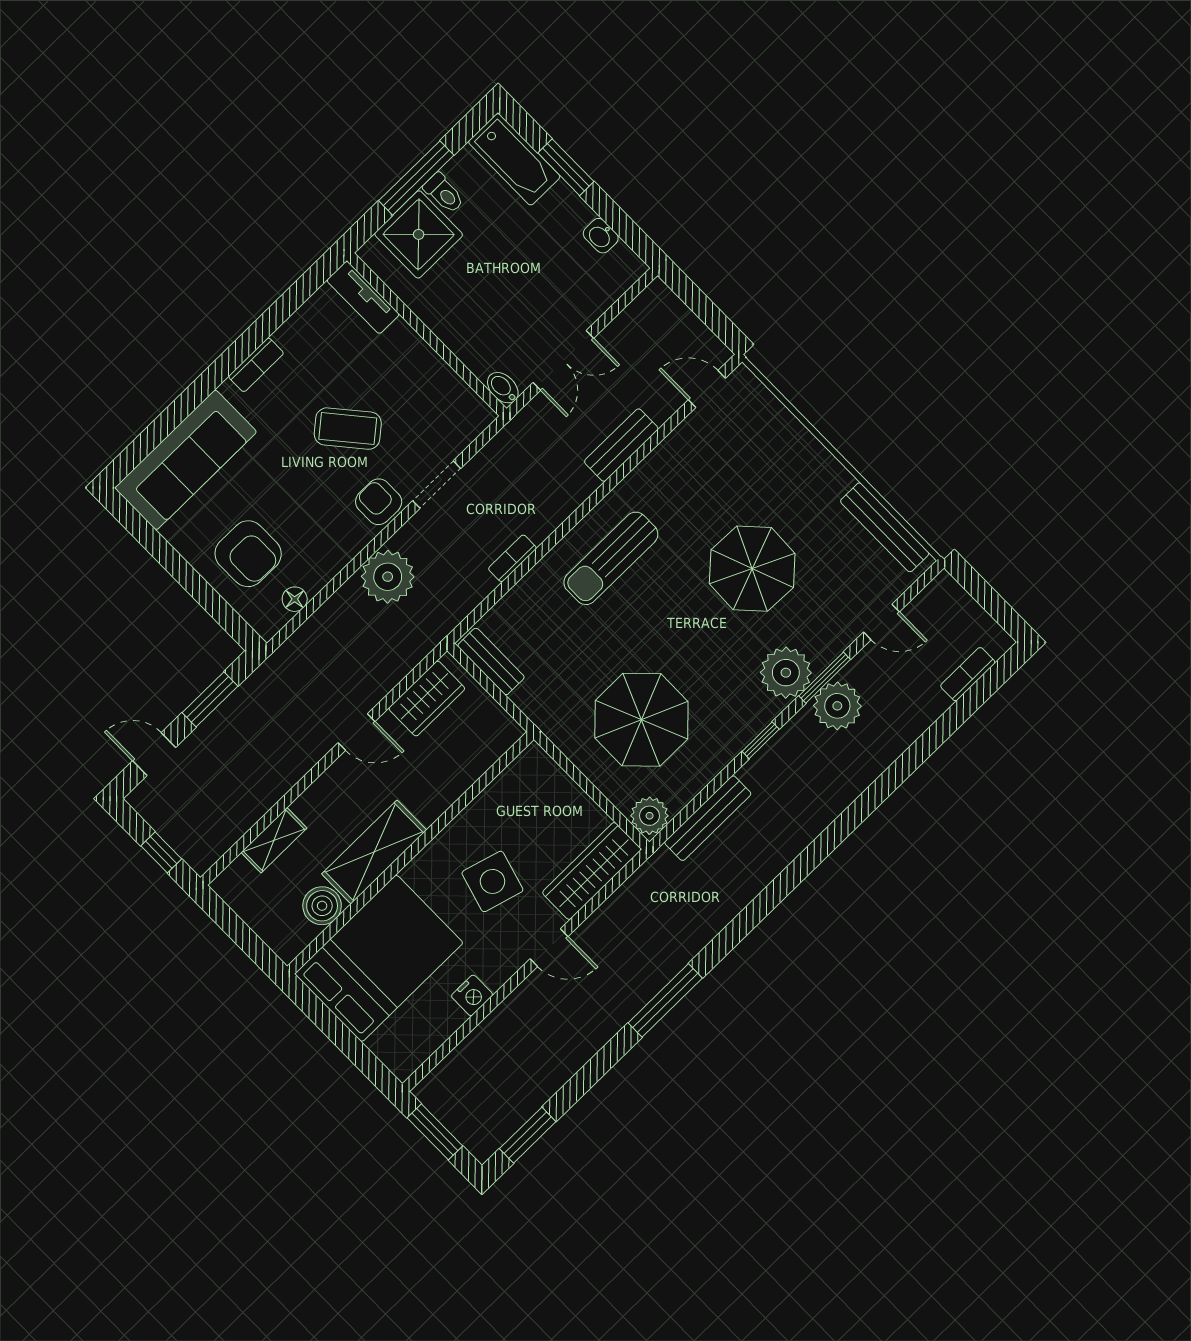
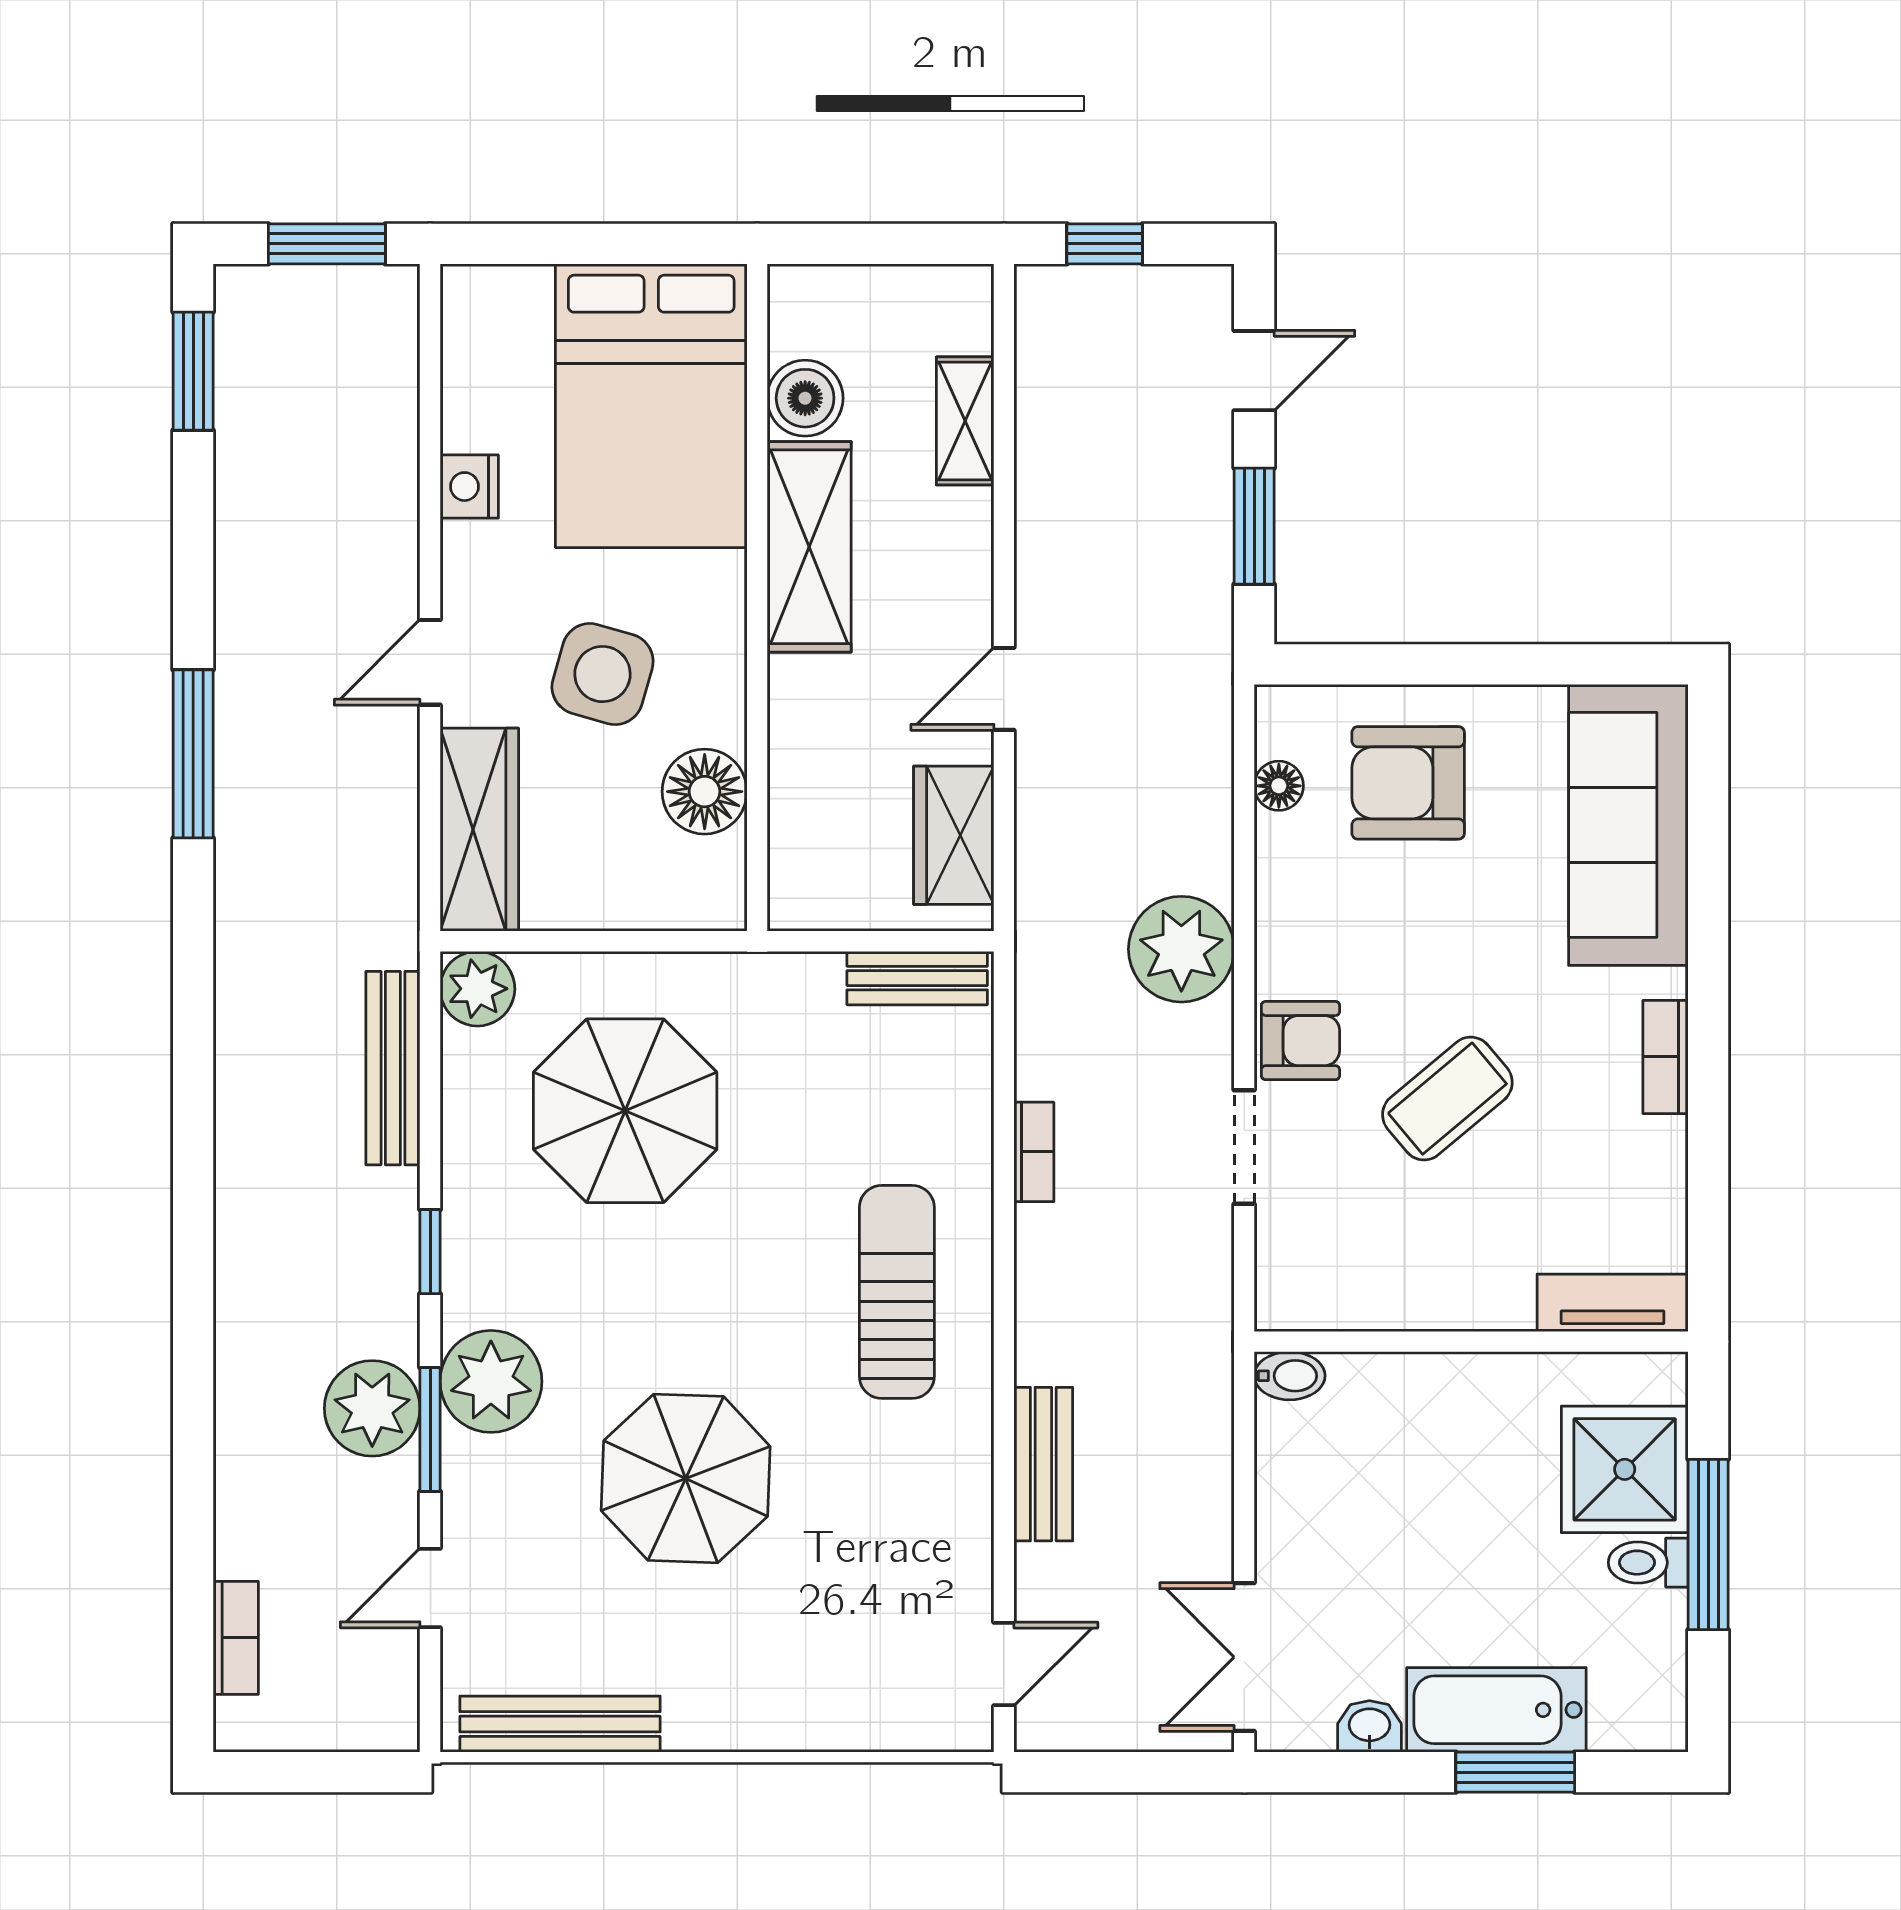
bathtub: (514, 159) -> (1496, 1710), moved
double door: (563, 360) -> (1244, 1657), moved
floor lamp: (499, 803) -> (705, 792), added

